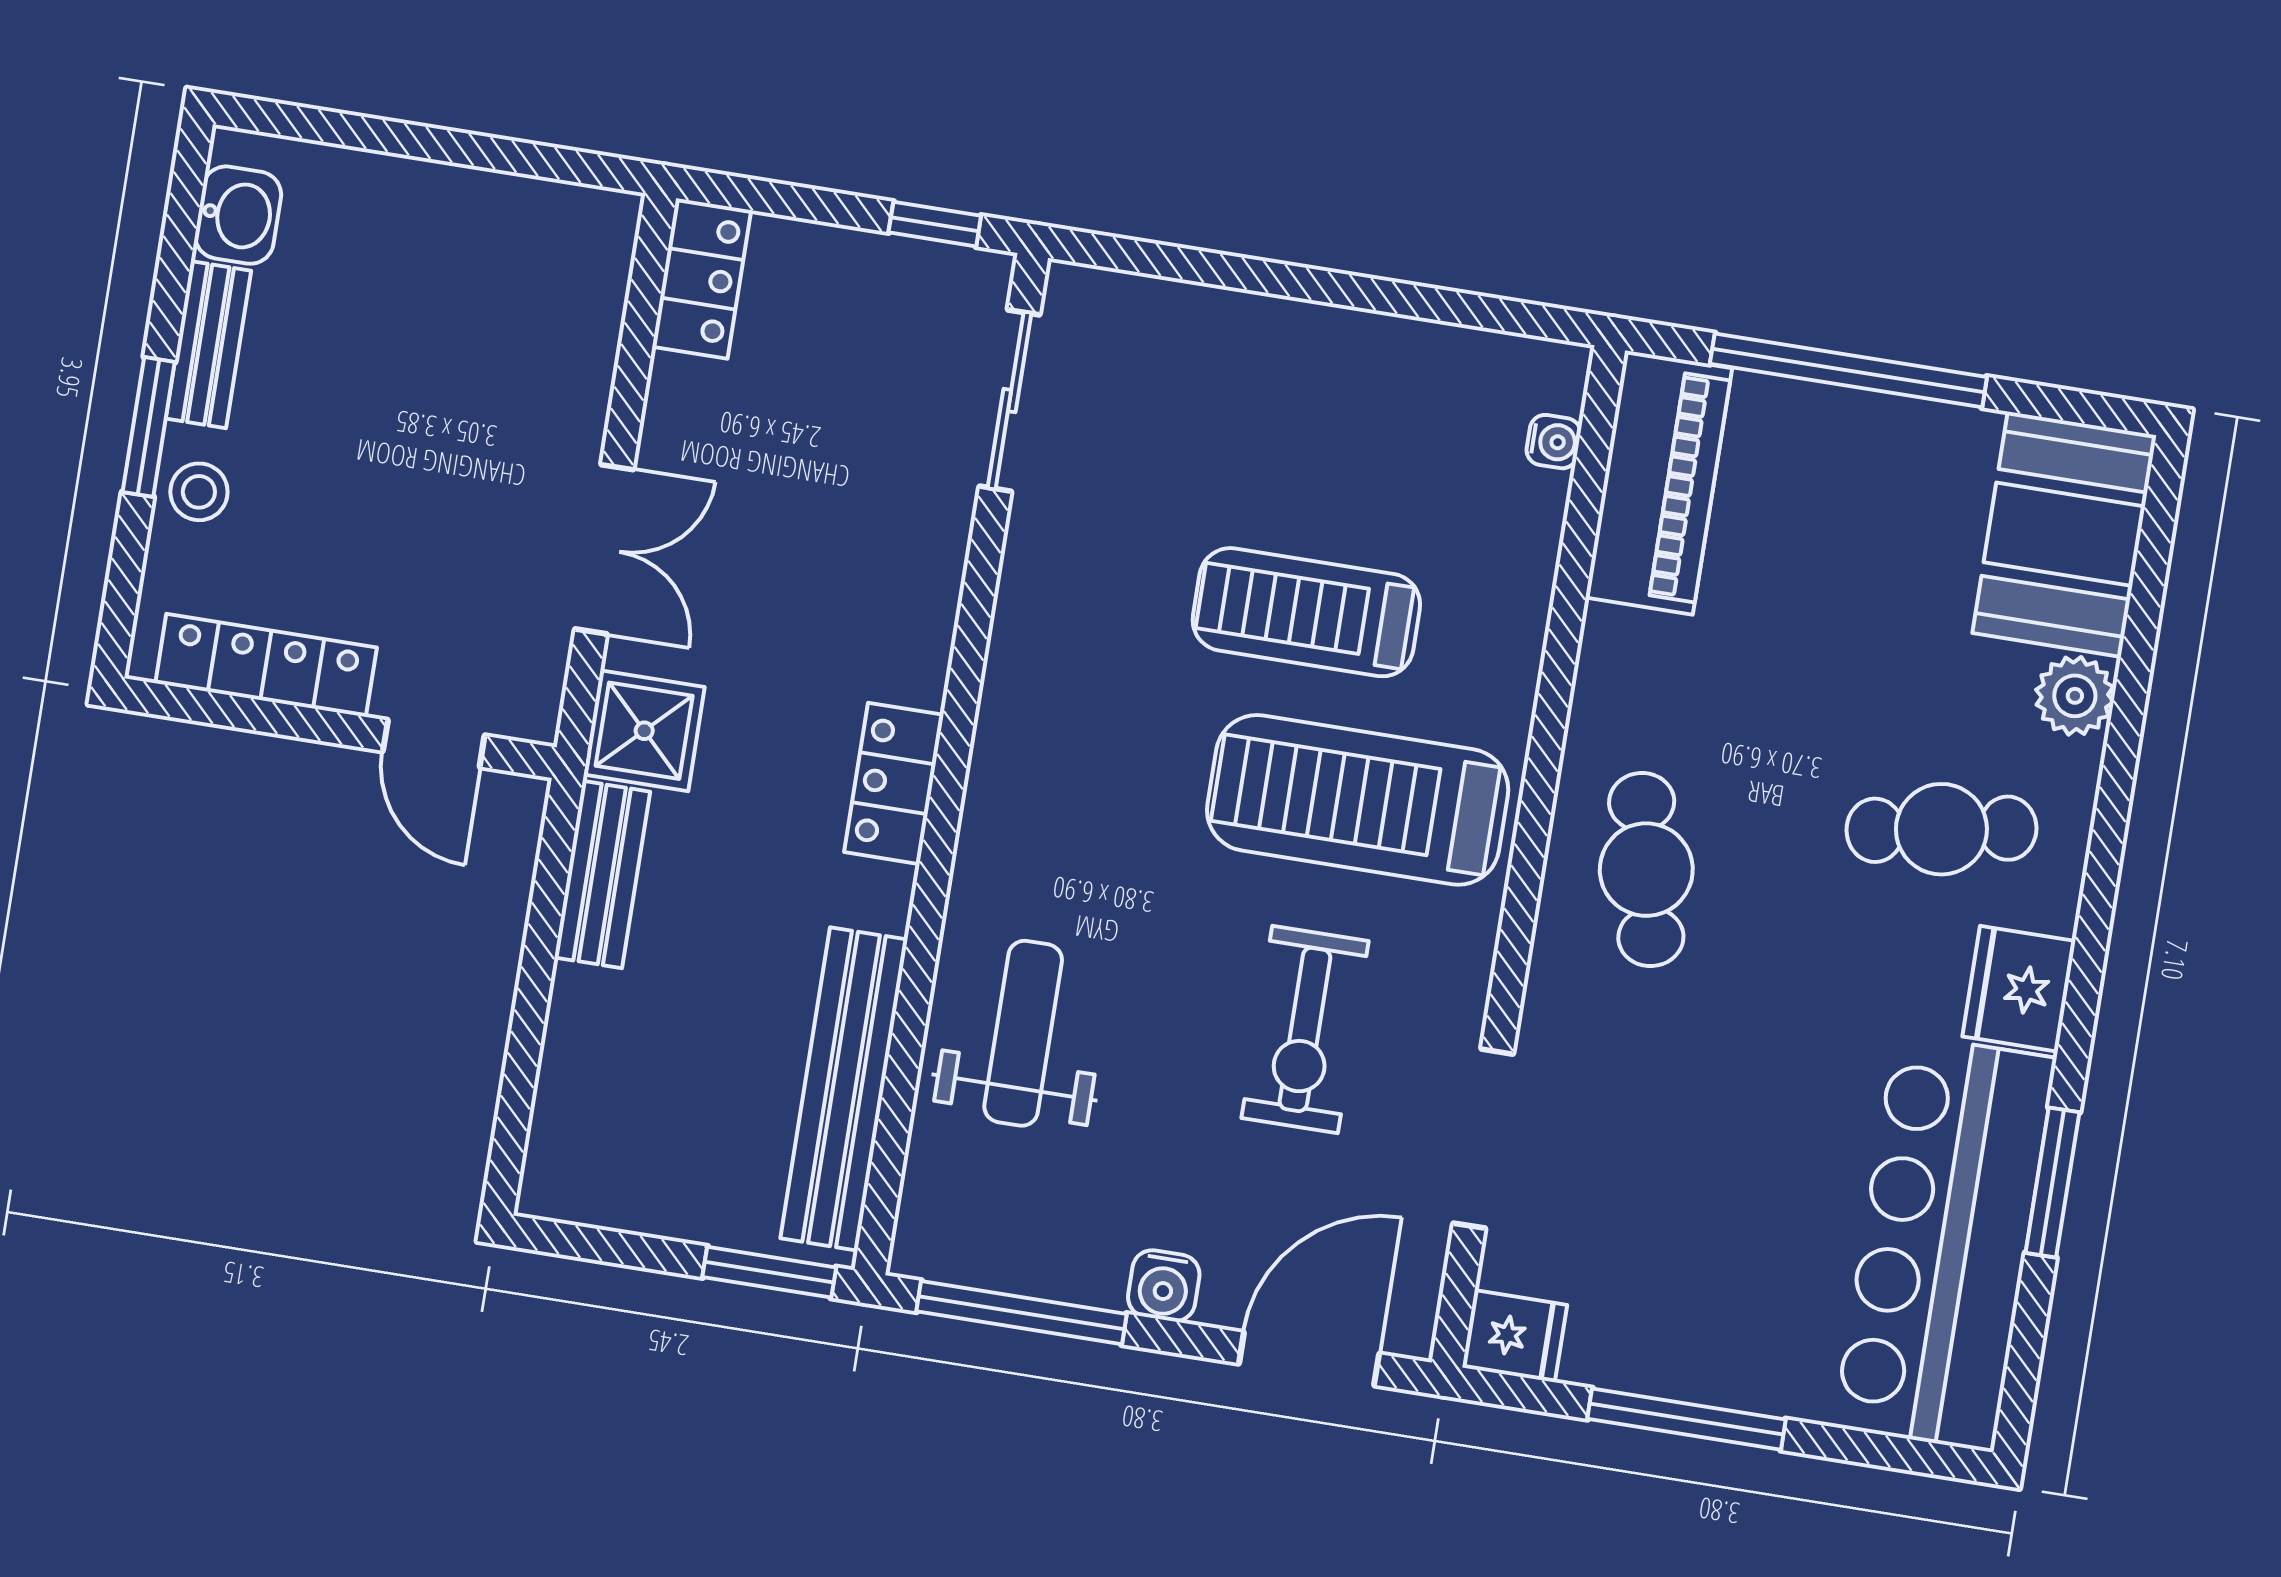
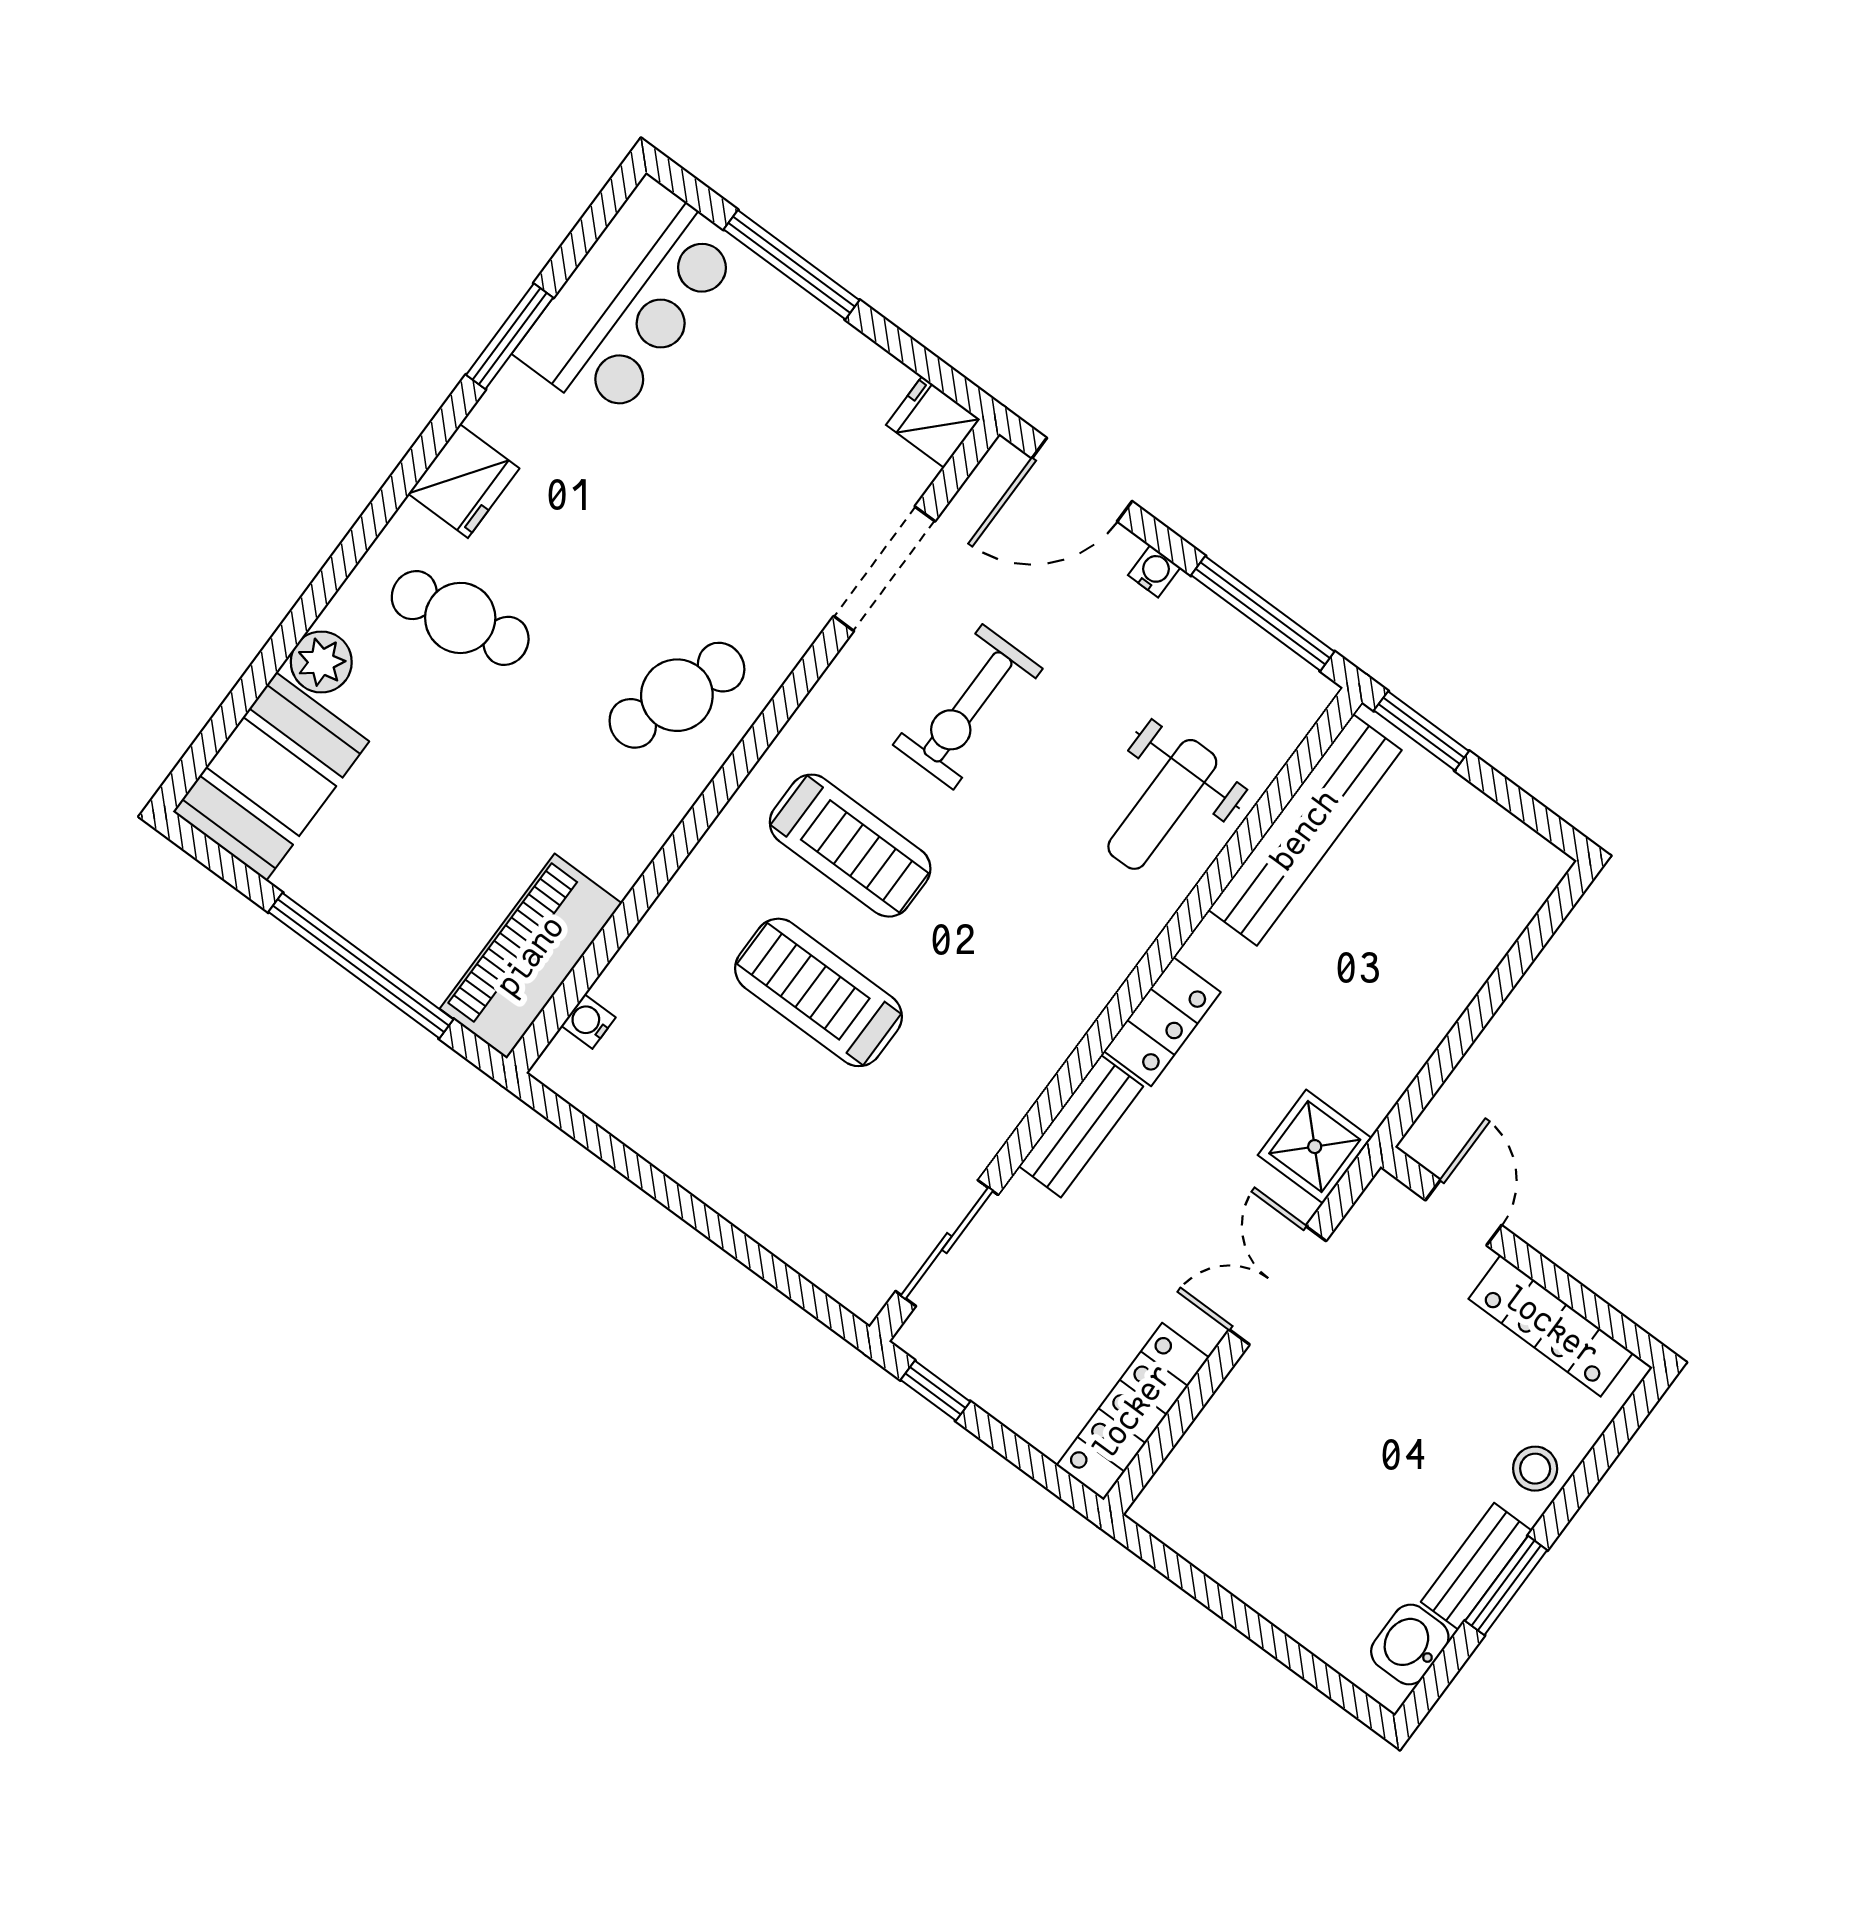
locker: (702, 279) -> (1133, 1412), width x1.53
window: (149, 427) -> (1506, 1586), moved
treadmill: (1306, 612) -> (818, 992), turned 180
treadmill: (1358, 800) -> (850, 846), width x0.73, depth x0.73
cafe table: (1646, 870) -> (677, 695), turned 34
bench: (602, 875) -> (1081, 1126), moved
exercise bike: (1305, 1029) -> (968, 707), turned 180
bar counter: (1945, 1242) -> (629, 300), width x0.73
water cooler: (1164, 1286) -> (1154, 571), width x0.72, depth x0.72
window: (1686, 1419) -> (792, 265), moved

